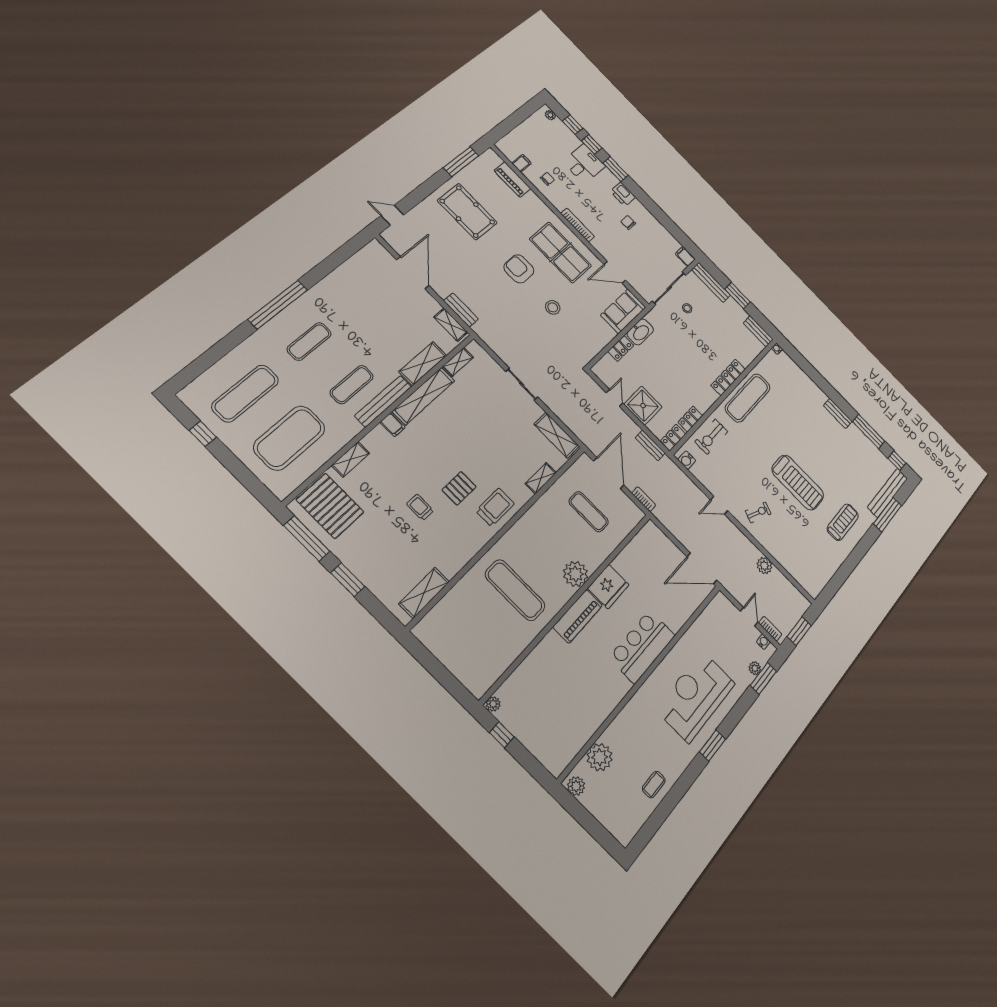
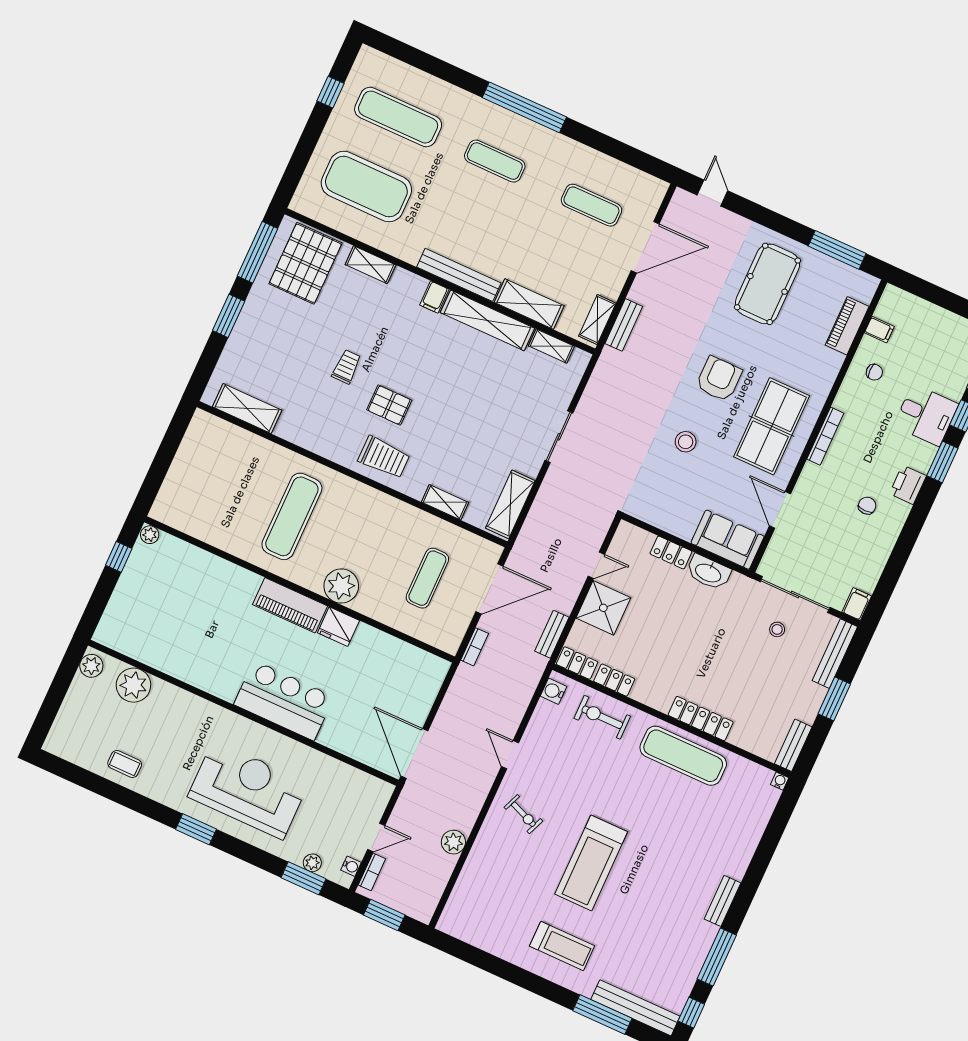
exercise mat: (352, 385) -> (591, 205), moved
fridge: (608, 587) -> (338, 627), width x0.73, depth x0.75

